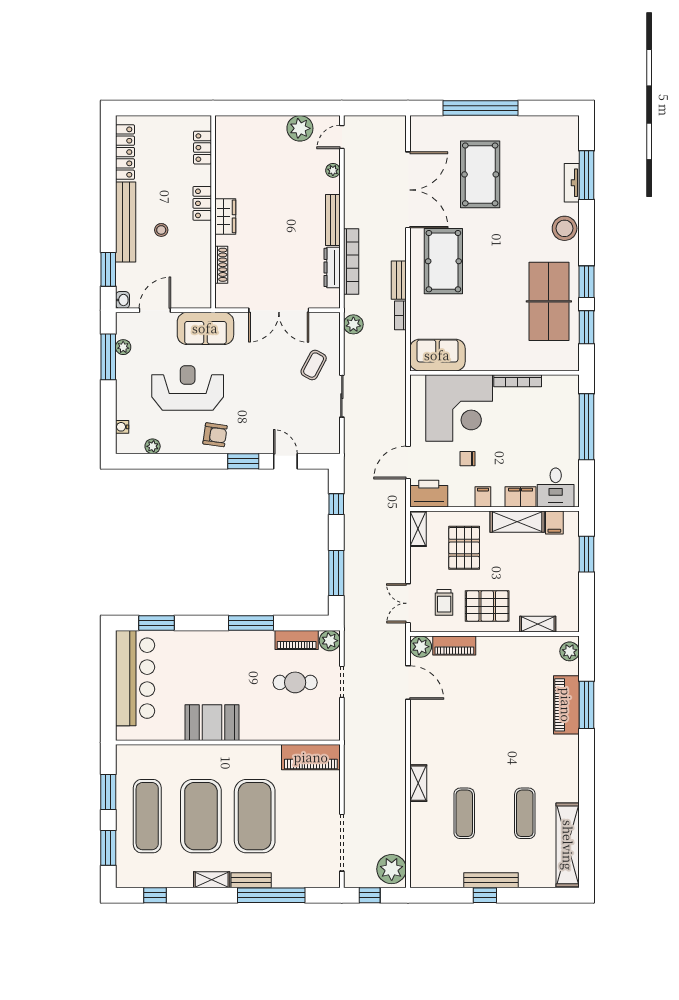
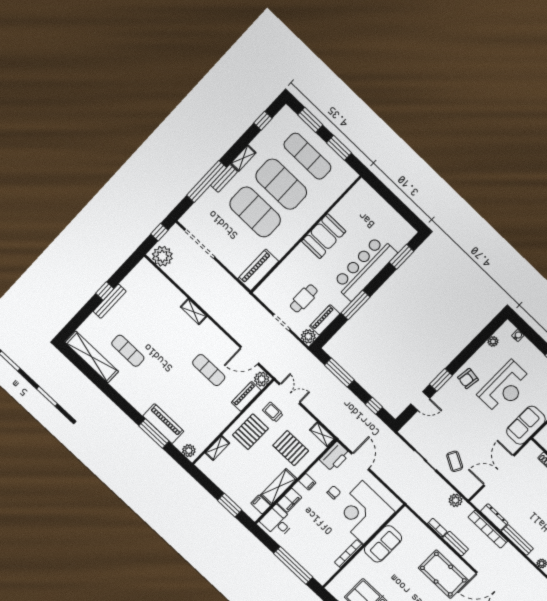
sofa: (437, 355) -> (383, 544), moved
bar counter: (135, 678) -> (365, 268), moved, turned 90
exercise mat: (464, 813) -> (209, 370), moved

